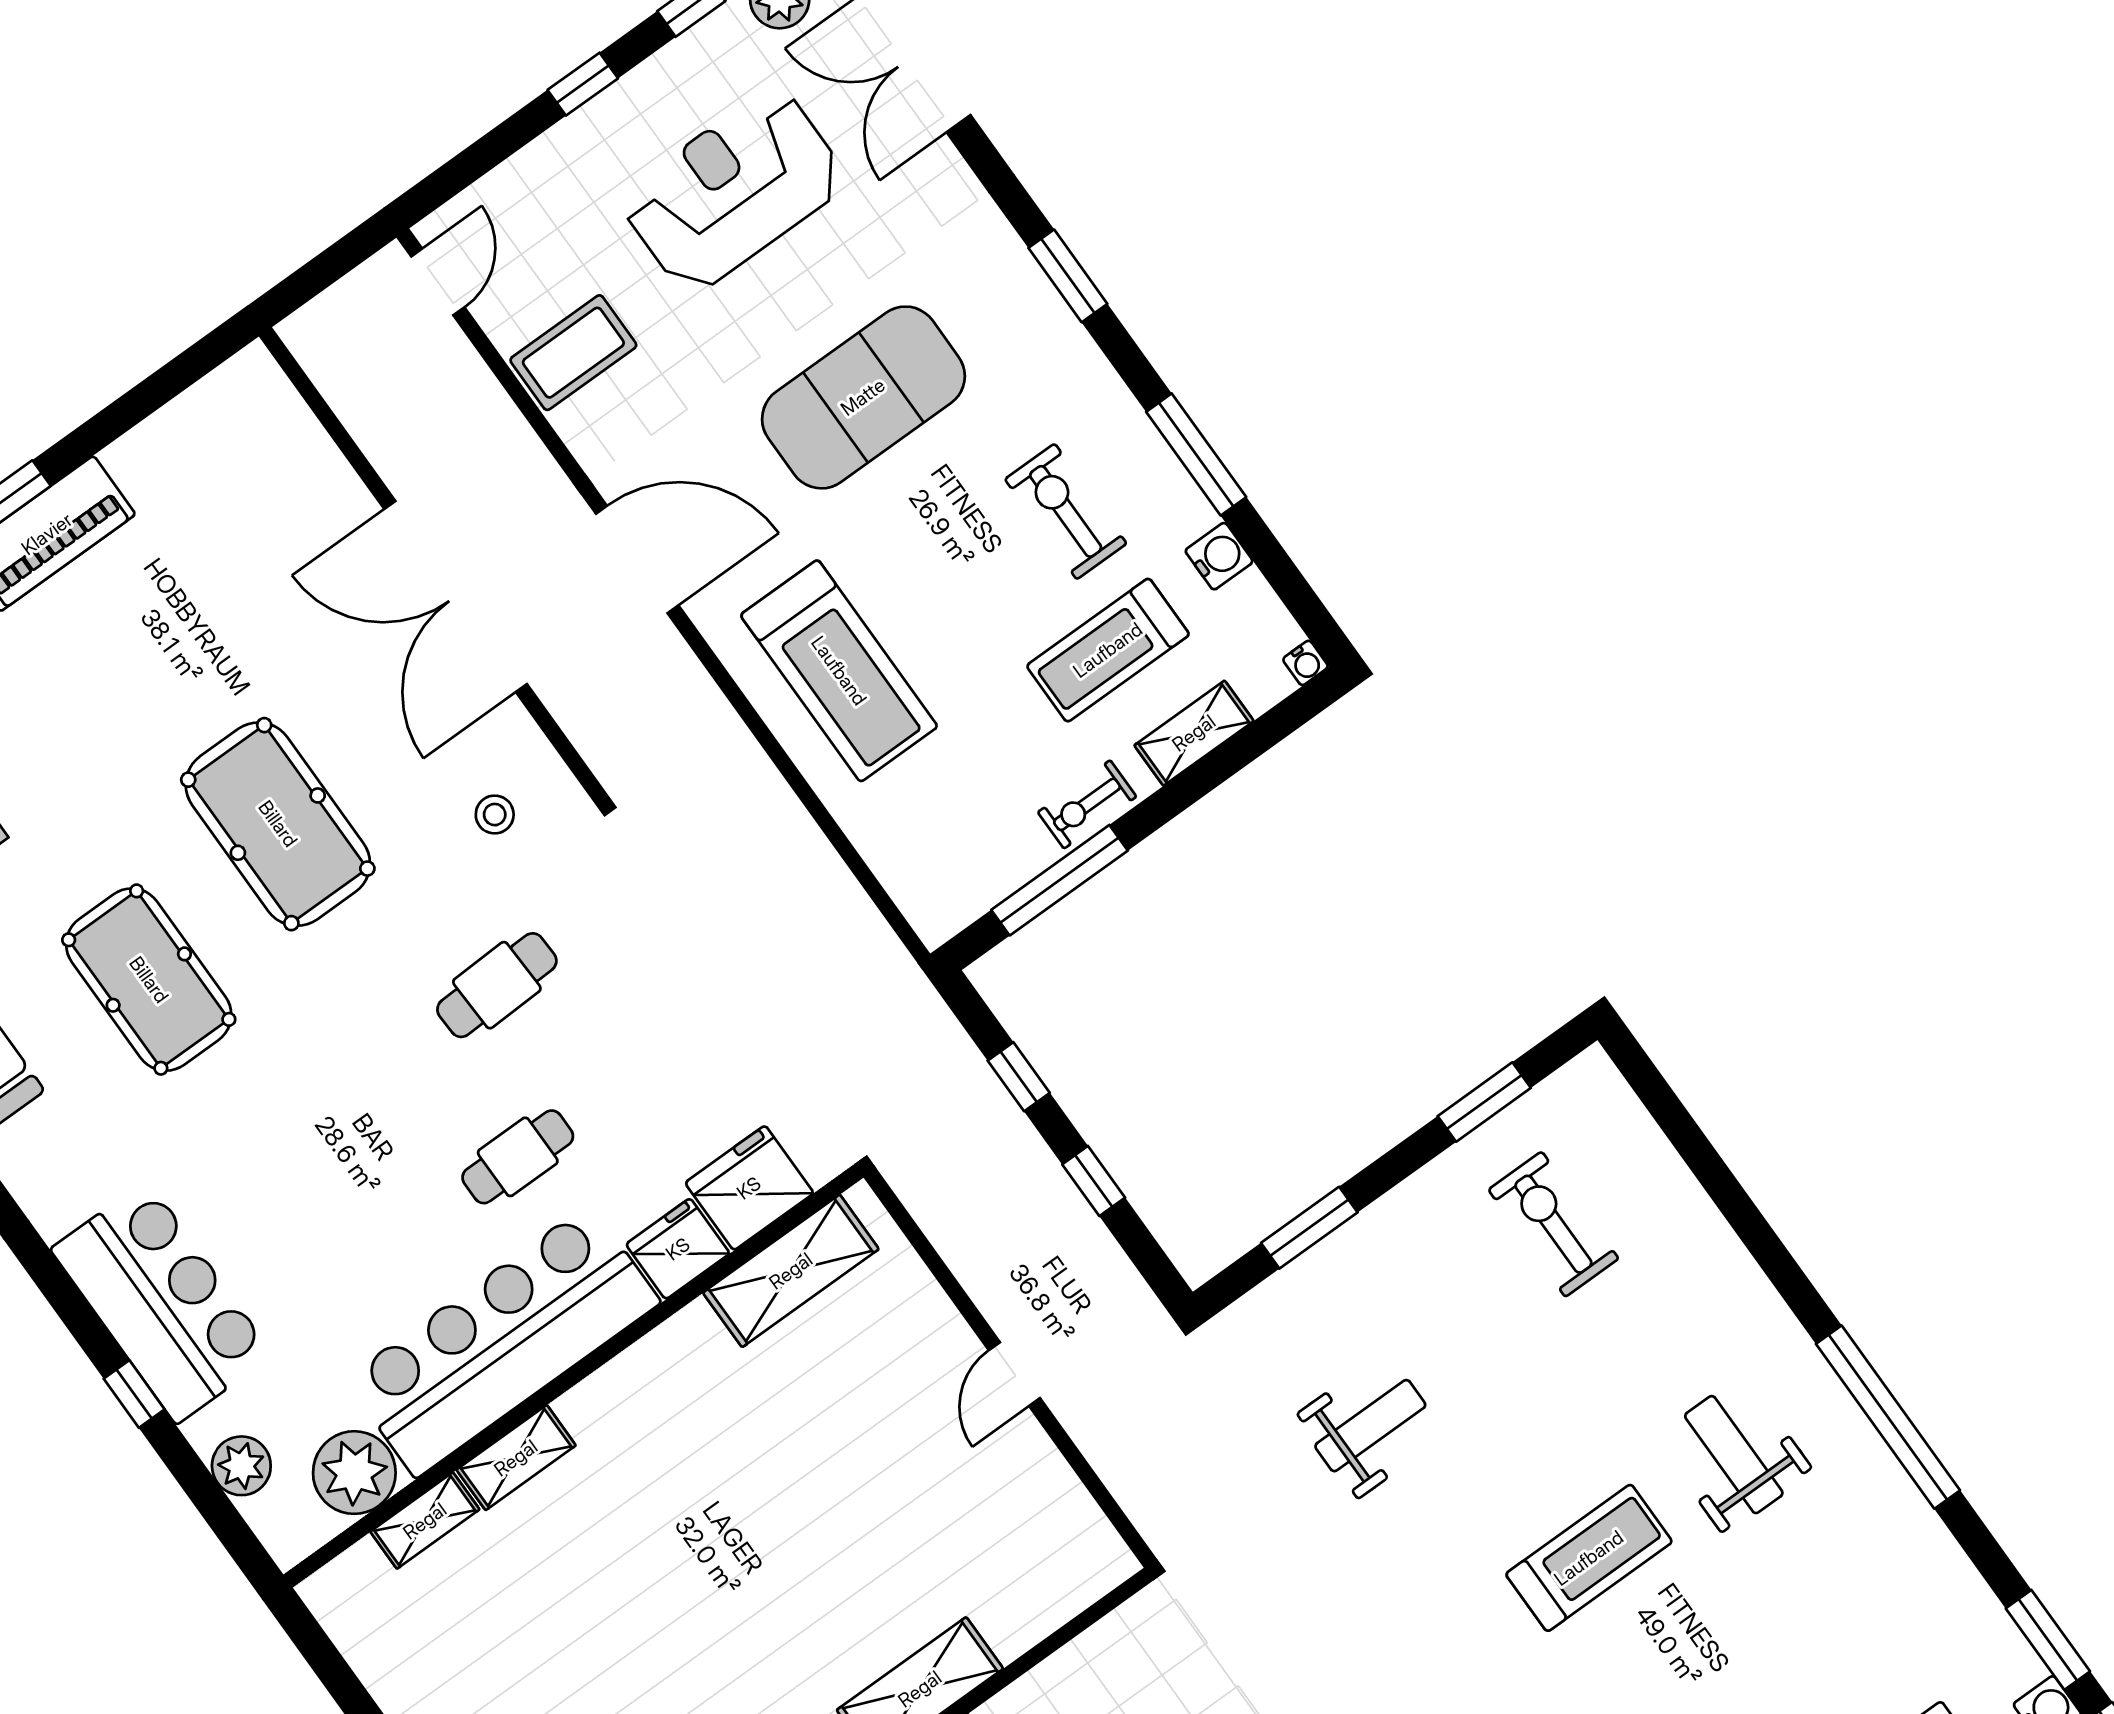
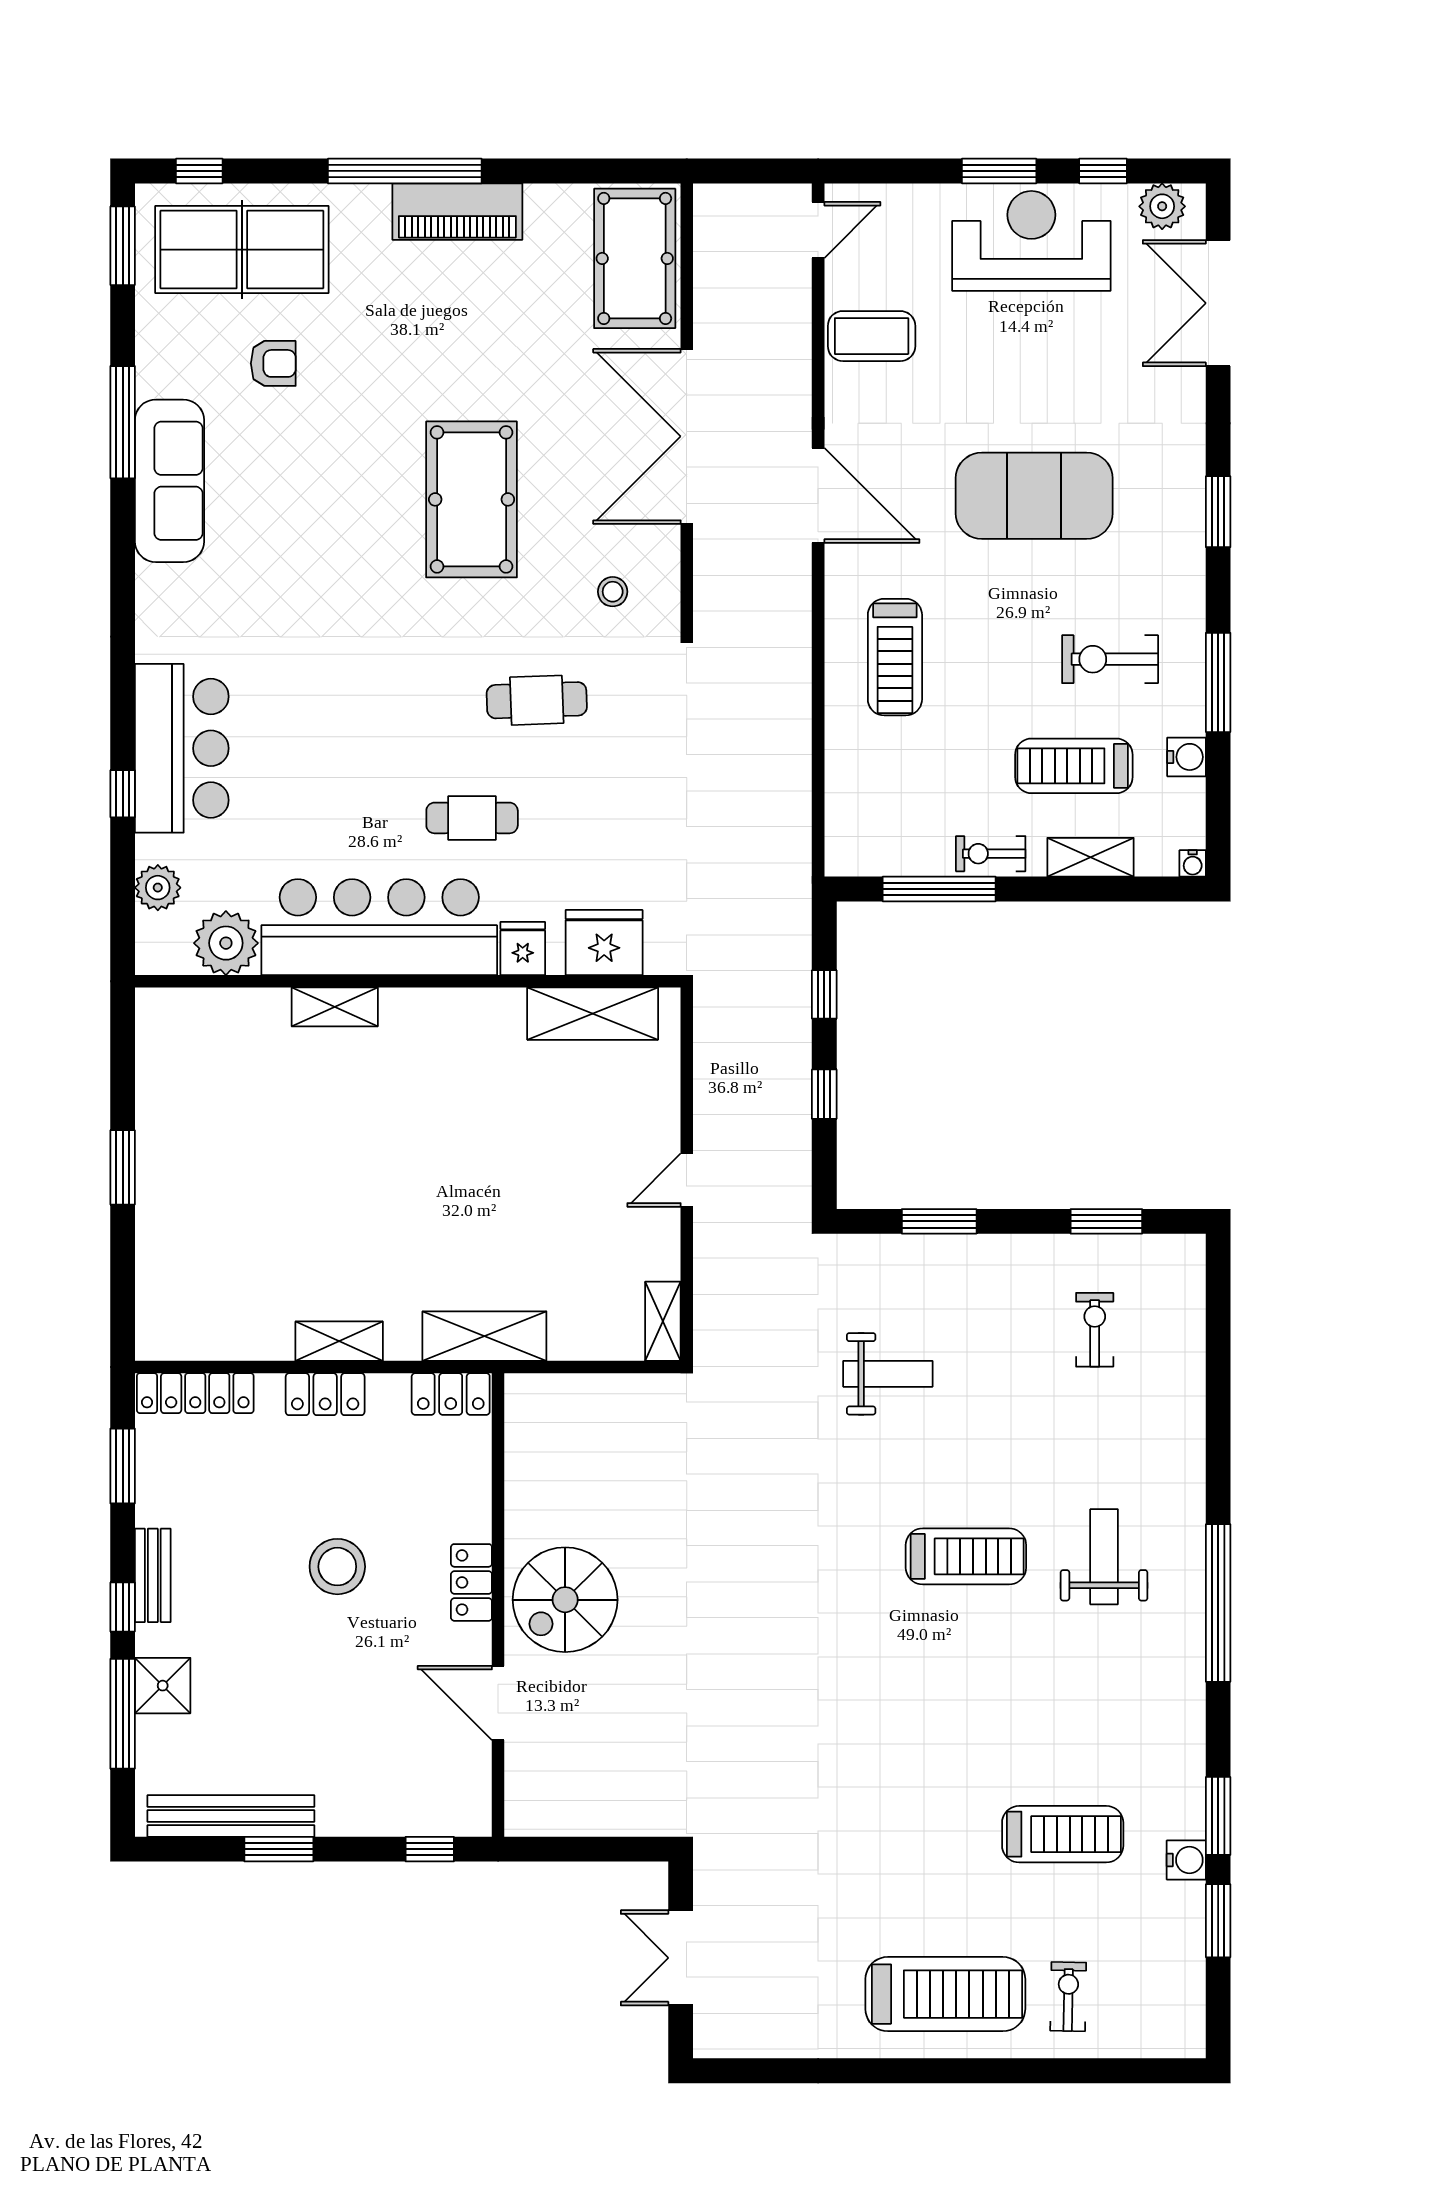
window: (583, 84) -> (999, 171), width x1.50
reception desk: (733, 190) -> (1031, 241), moved
exercise bike: (1066, 511) -> (1110, 659), turned -90
treadmill: (839, 671) -> (895, 657), width x0.73, depth x0.73
pool table: (149, 980) -> (635, 258), moved
exercise bike: (1553, 1224) -> (1095, 1330), width x0.73, depth x0.72
fridge: (678, 1249) -> (523, 949), width x0.72
shelving: (425, 1521) -> (663, 1321), moved, turned 90

